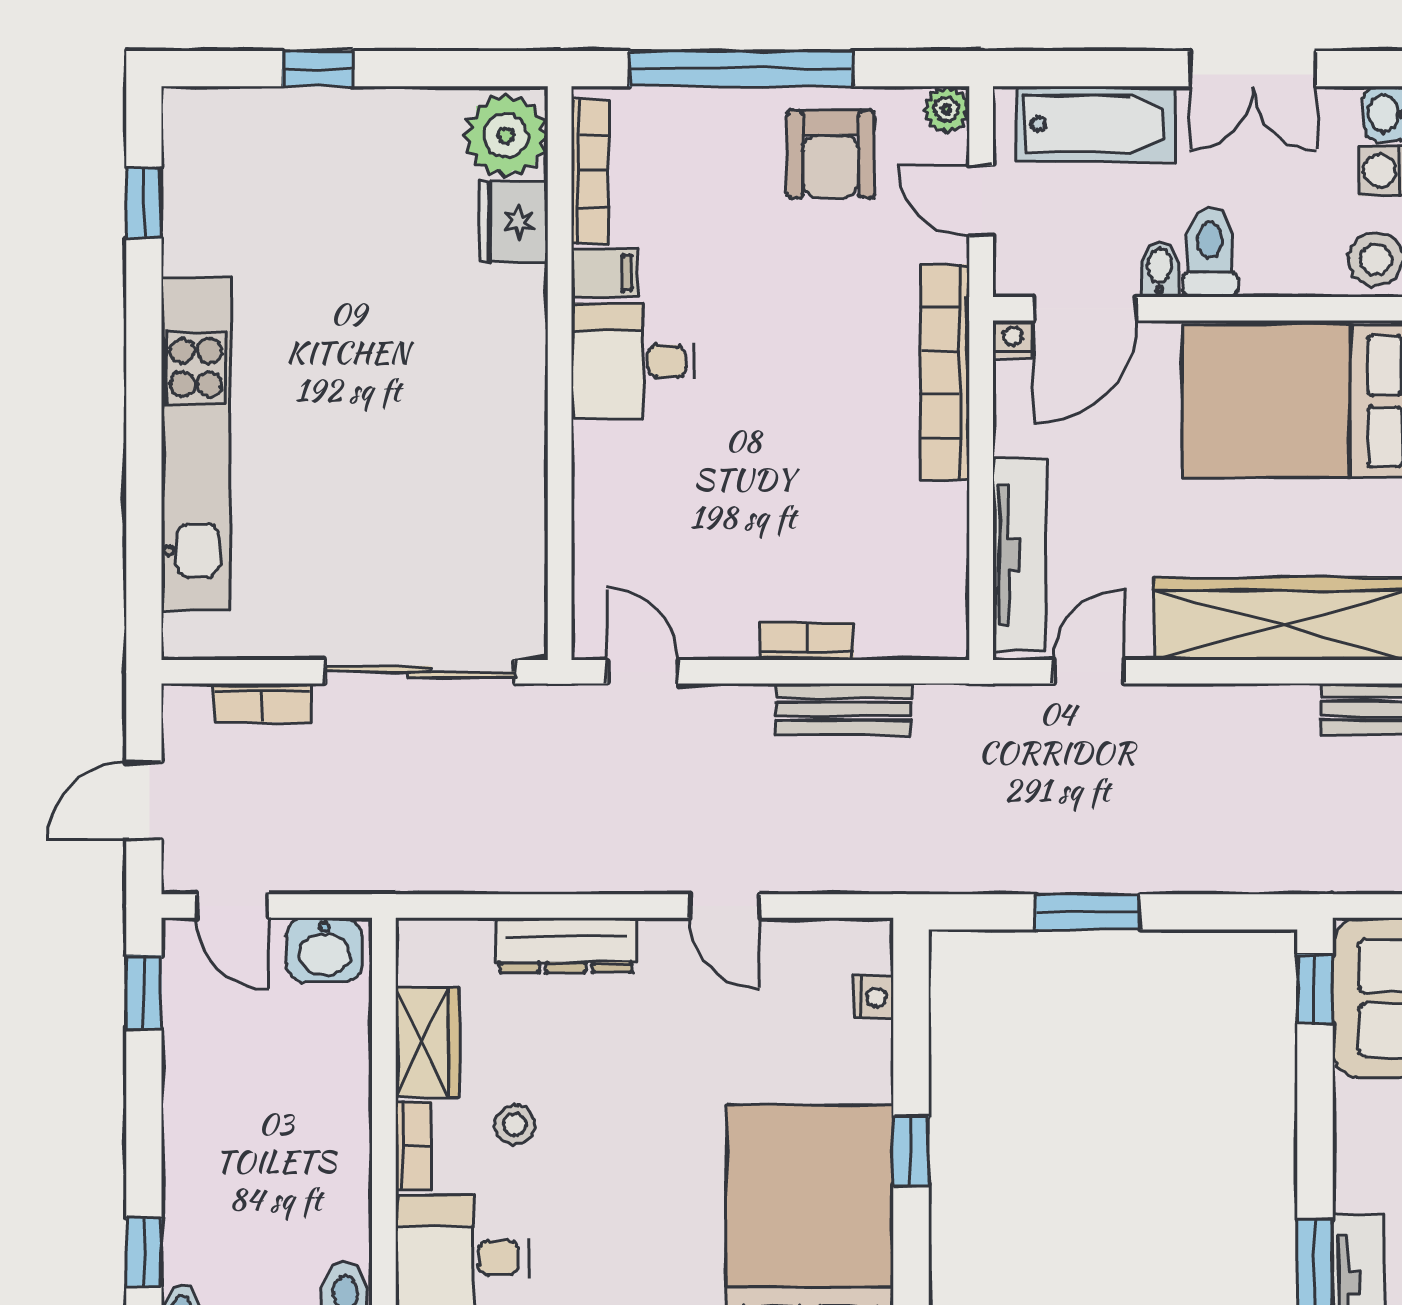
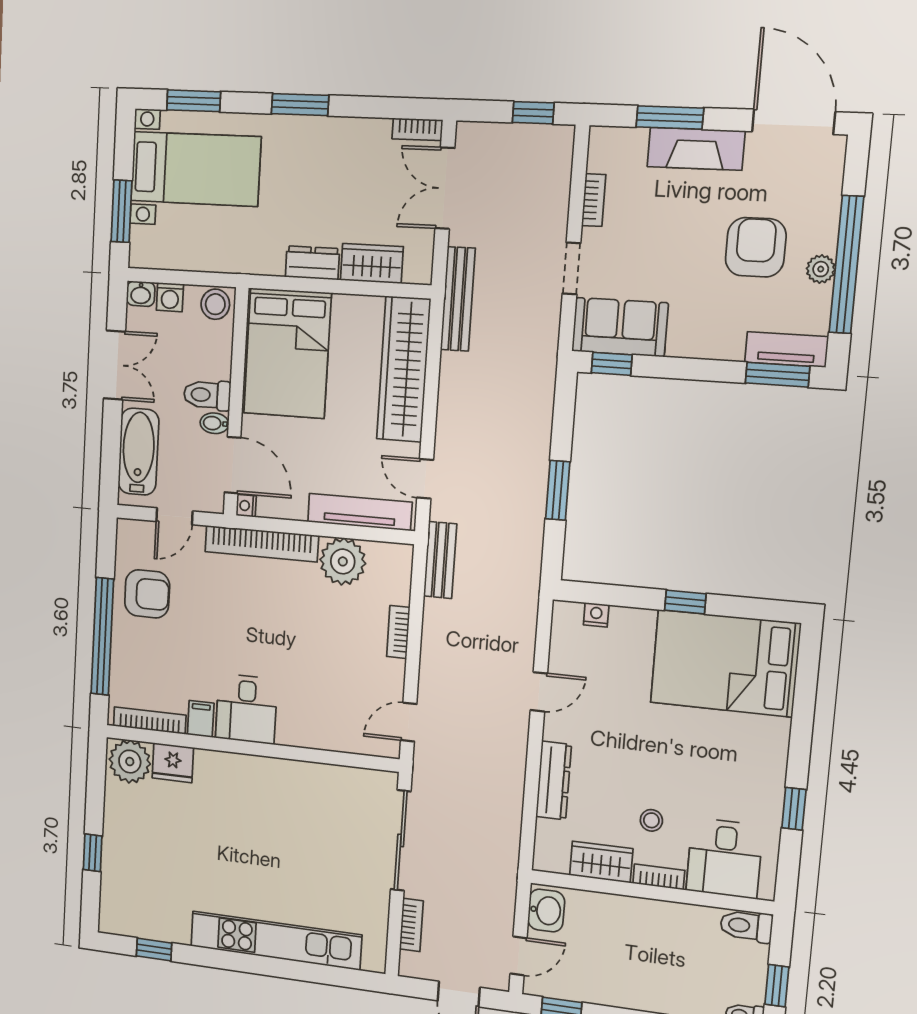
plant: (946, 109) -> (343, 561), moved, width x1.88, depth x1.88
bench: (844, 709) -> (440, 560), moved

